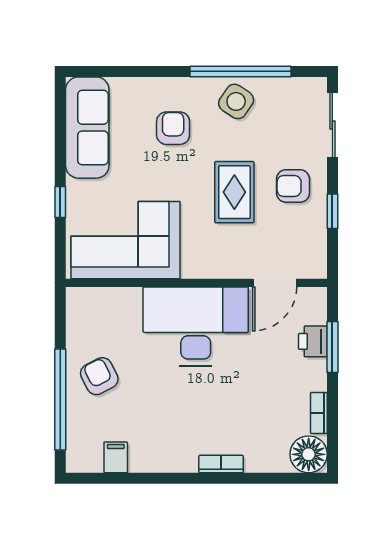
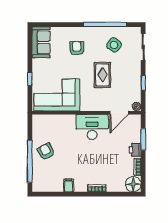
side table: (236, 101) -> (114, 45), moved
sofa: (87, 128) -> (41, 42), width x0.73
armchair: (293, 186) -> (127, 72), removed
plant: (316, 268) -> (136, 107), added
desk: (196, 326) -> (92, 127), width x0.73, depth x0.77
printer: (313, 341) -> (135, 150), moved
filing cabinet: (116, 457) -> (69, 185), moved

